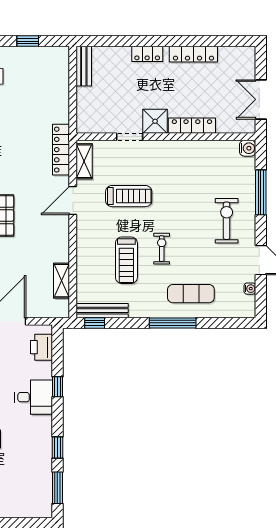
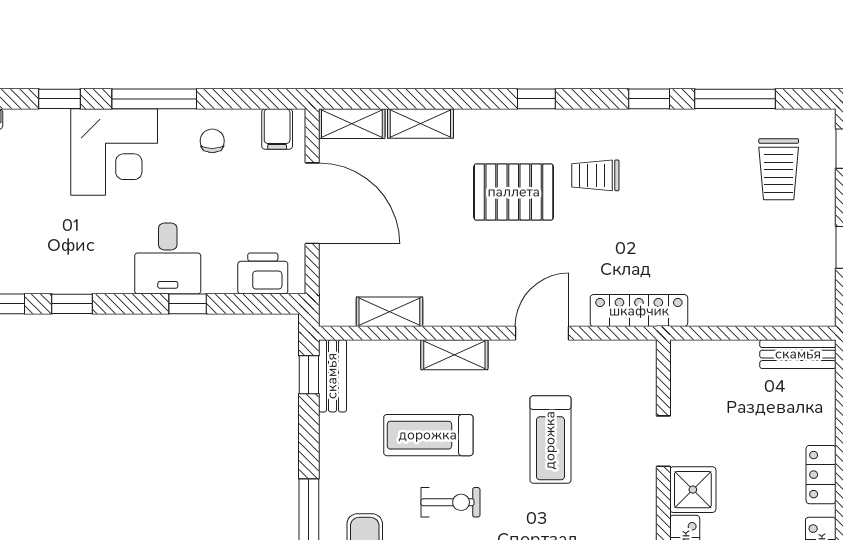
shelving: (84, 161) -> (454, 355), moved
door: (73, 200) -> (542, 333), hinge flipped
bench: (102, 311) -> (332, 376), width x0.73

